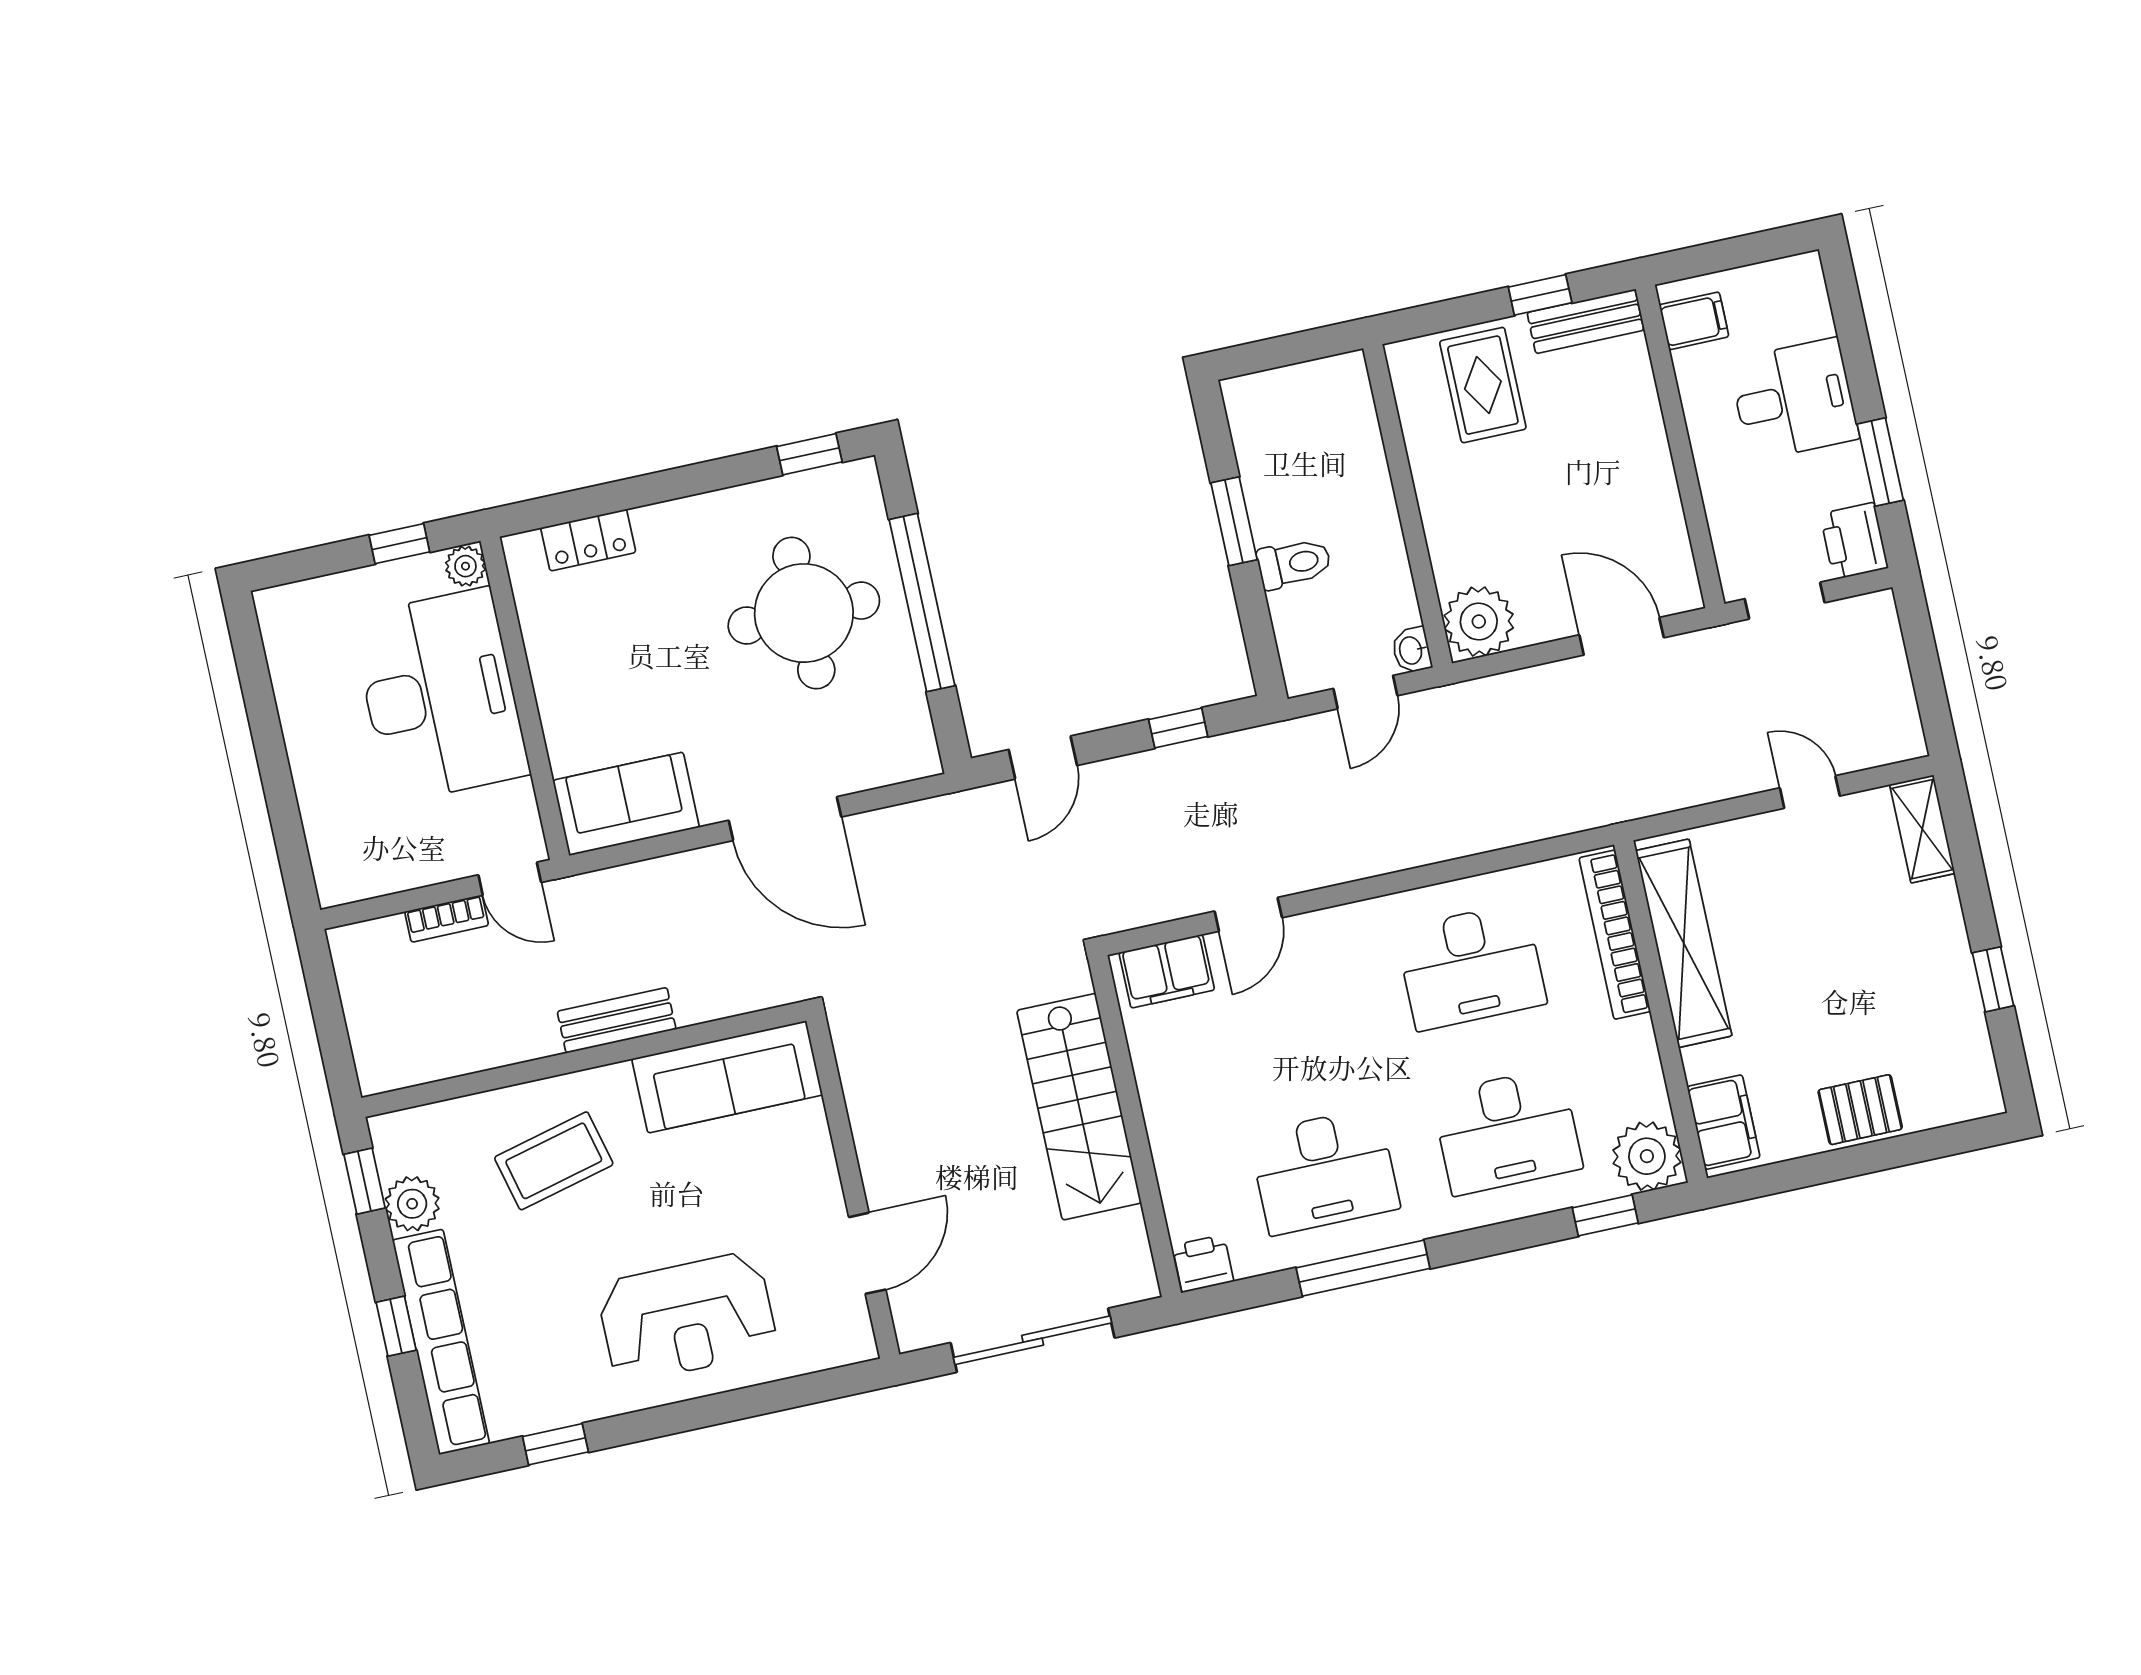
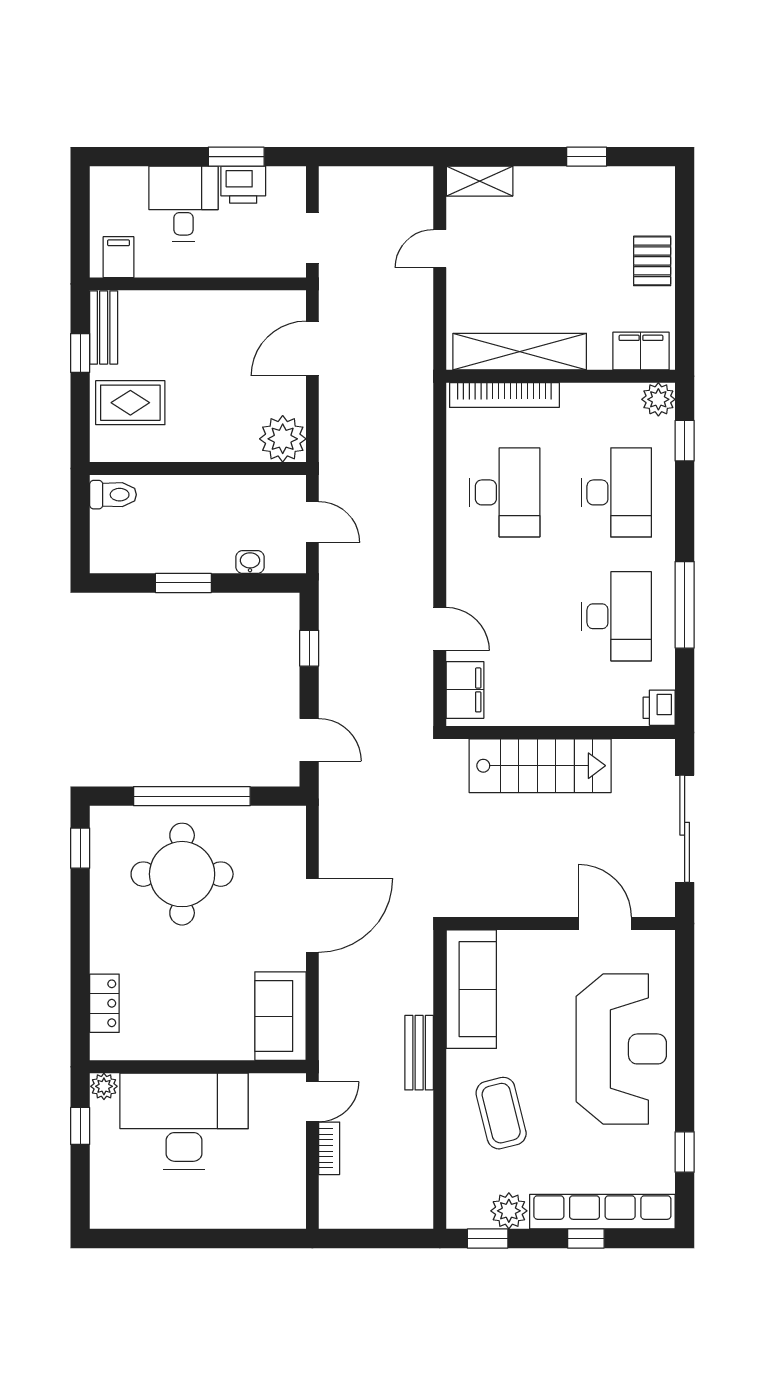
printer: (1854, 541) -> (243, 185), moved
toilet: (1294, 563) -> (113, 495), moved, turned 90
washbasin: (1412, 650) -> (250, 562), moved, turned 180
plant: (1647, 1156) -> (658, 399), width x0.73, depth x0.73
reception desk: (687, 1317) -> (621, 1049), width x1.36, depth x1.30

